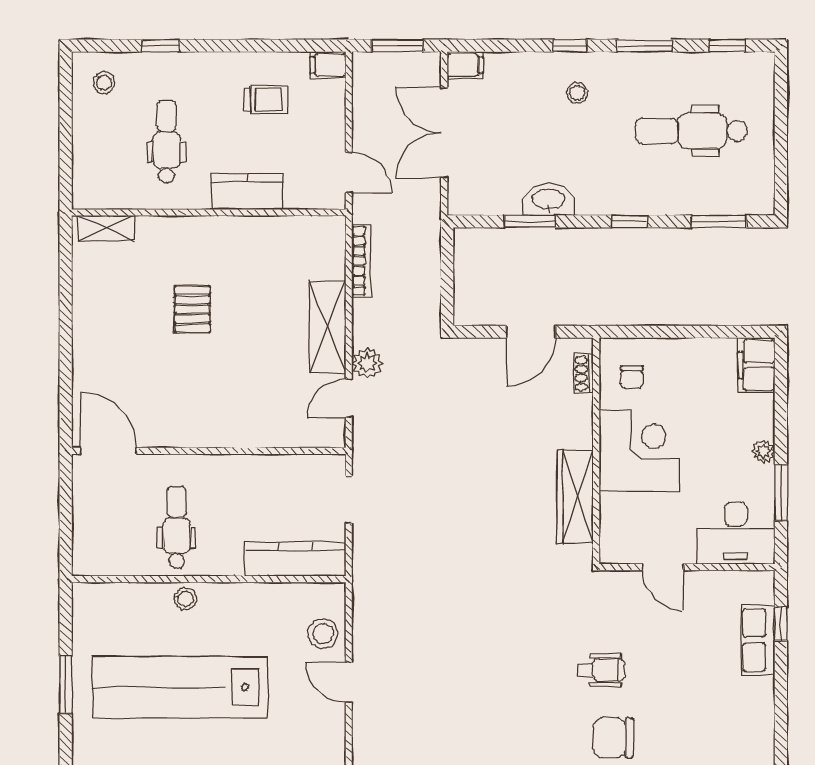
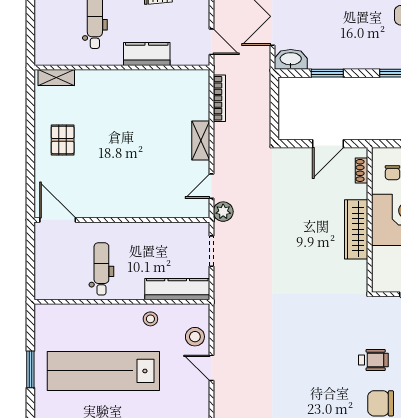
washbasin: (548, 200) -> (291, 59), moved
pallet: (192, 309) -> (63, 140), moved
shelving: (327, 327) -> (201, 141), width x0.67, depth x0.75
plant: (367, 363) -> (223, 212), moved
wardrobe: (575, 497) -> (356, 229), moved
stool: (185, 599) -> (150, 319), moved

